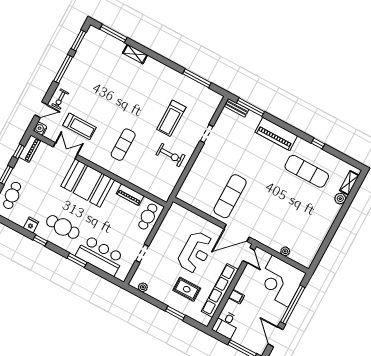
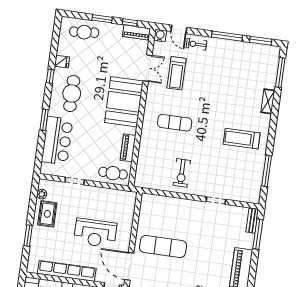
treadmill: (171, 118) -> (242, 139), moved
rug: (187, 289) -> (47, 214), moved

